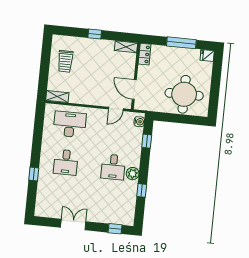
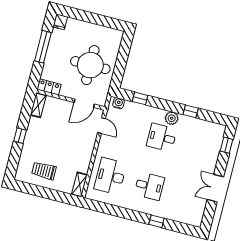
trolley: (65, 61) -> (44, 171), turned 180
round table: (184, 94) -> (90, 65), moved
desk: (113, 167) -> (162, 137), turned 180

